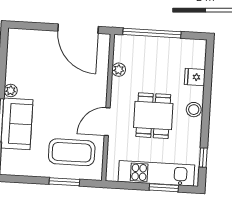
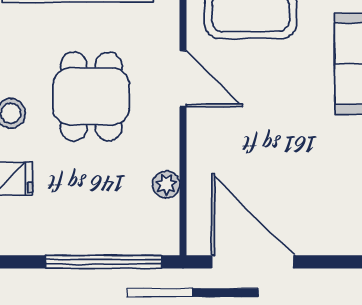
door: (107, 122) -> (183, 79), hinge flipped

